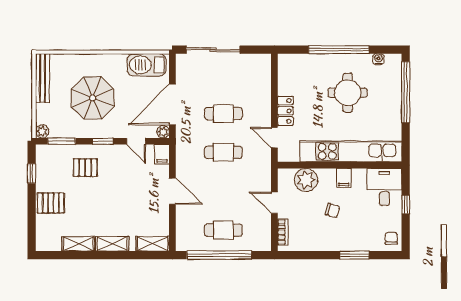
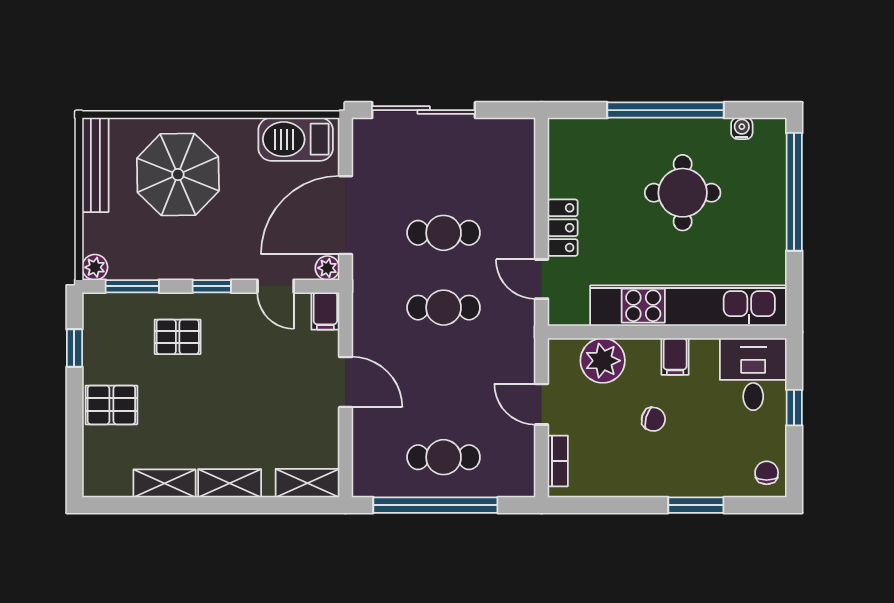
parasol: (93, 98) -> (178, 175), moved

